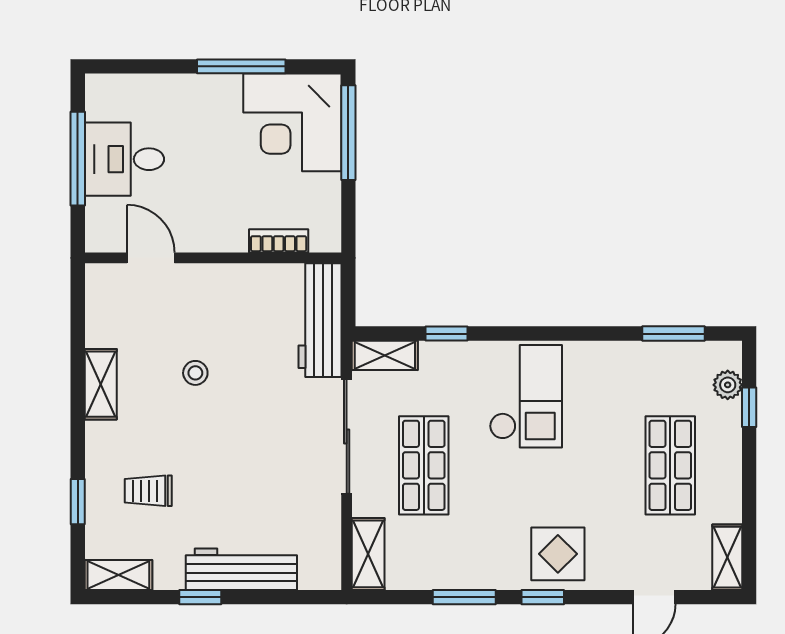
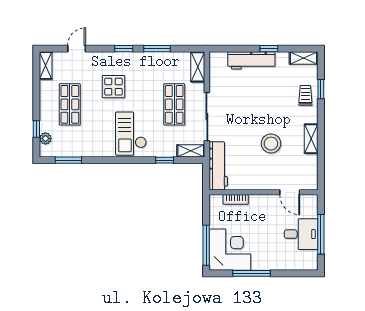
stool: (195, 373) -> (271, 144), width x1.89, depth x1.89
trolley: (148, 491) -> (305, 95), moved, turned -90
display table: (558, 554) -> (113, 87), moved

